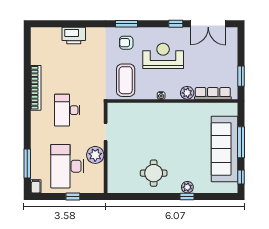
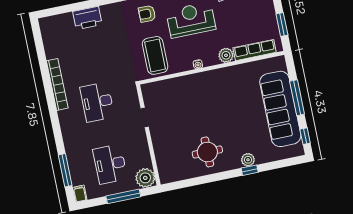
plant: (95, 155) -> (145, 178), moved
desk: (67, 166) -> (110, 164), width x0.73, depth x0.77
window: (73, 196) -> (123, 196), width x2.17

